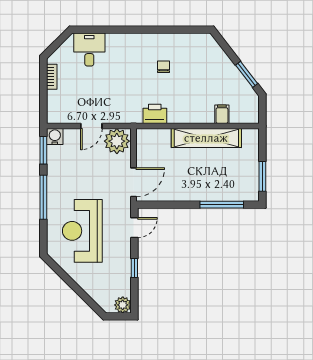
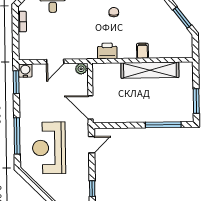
filing cabinet: (222, 114) -> (142, 51), moved
plant: (117, 141) -> (81, 69), width x0.53, depth x0.53
door: (133, 182) -> (90, 107), swing flipped
window: (43, 197) -> (17, 136), moved
window: (134, 268) -> (92, 189), moved

